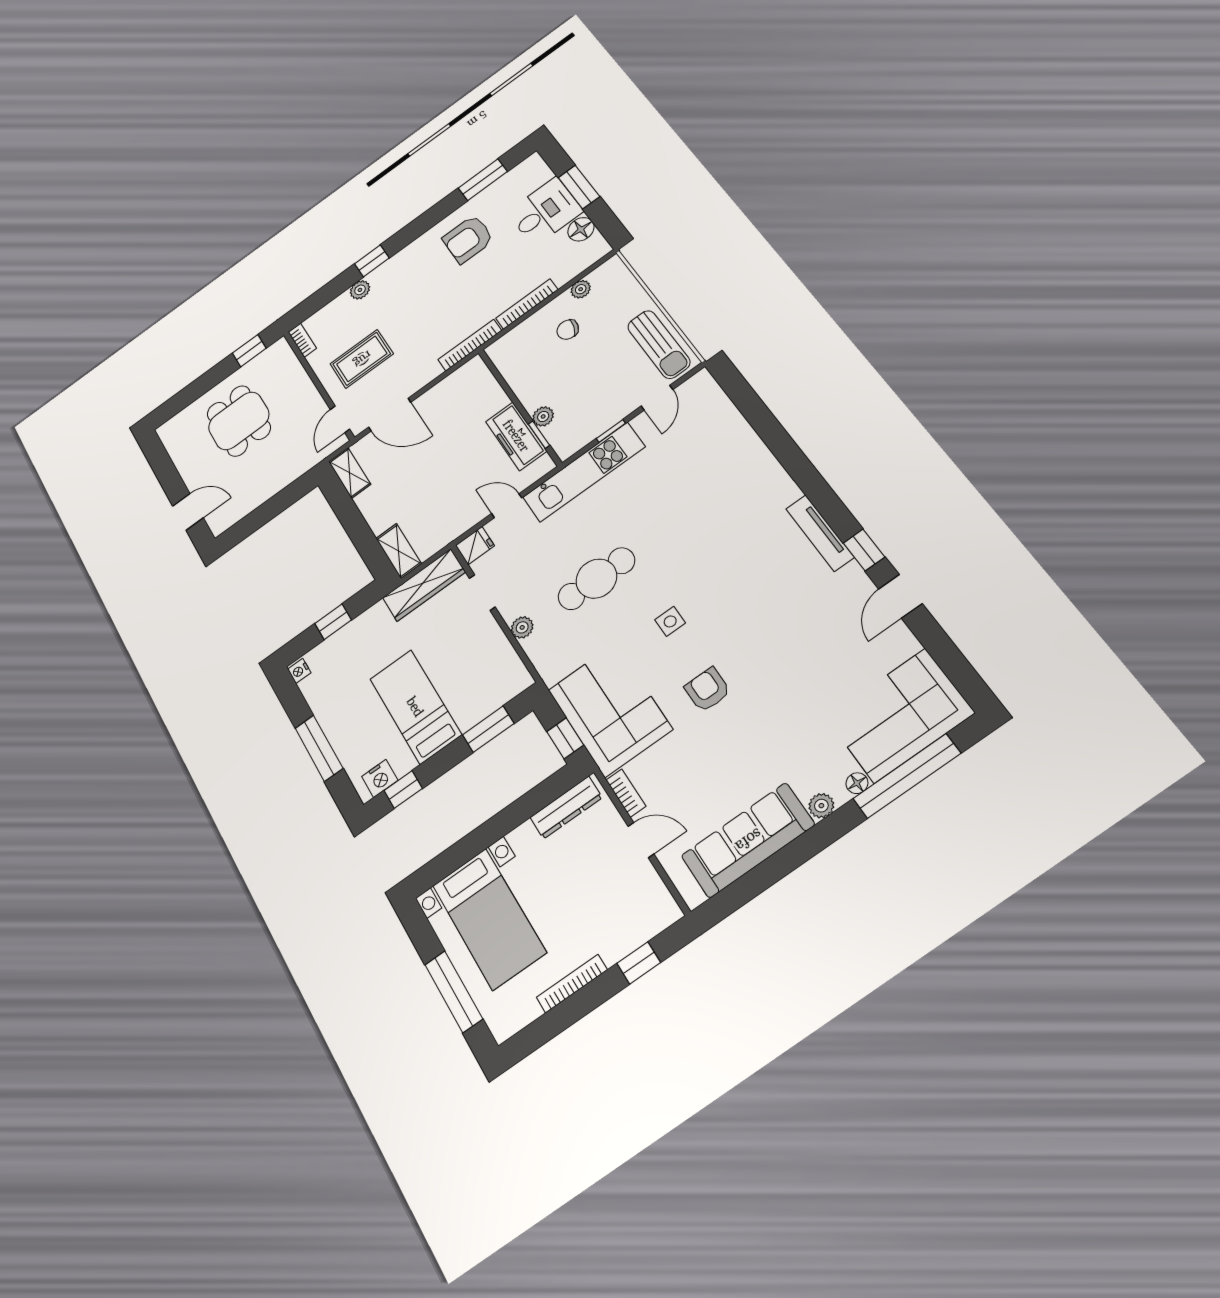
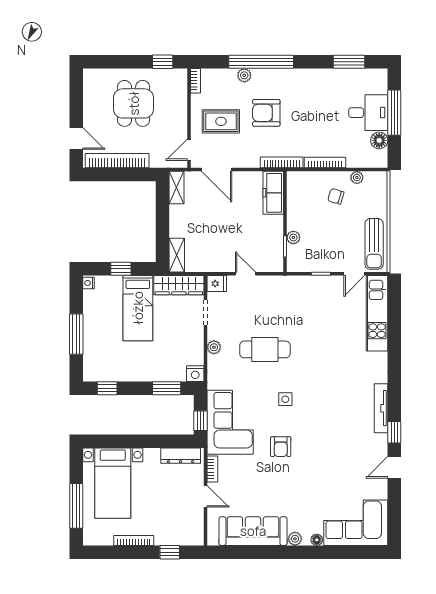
window: (579, 187) -> (394, 113), width x1.44
armchair: (468, 239) -> (266, 113), moved
window: (372, 261) -> (261, 62), width x3.17
freezer: (516, 436) -> (273, 193), moved
kitchen unit: (584, 472) -> (377, 313), moved, turned 90
bookcase: (254, 499) -> (117, 161), added
armchair: (707, 690) -> (281, 447), turned 180
bed: (415, 707) -> (138, 308), moved, turned 180
window: (907, 776) -> (340, 552), removed
nightstand: (380, 778) -> (195, 374), moved

